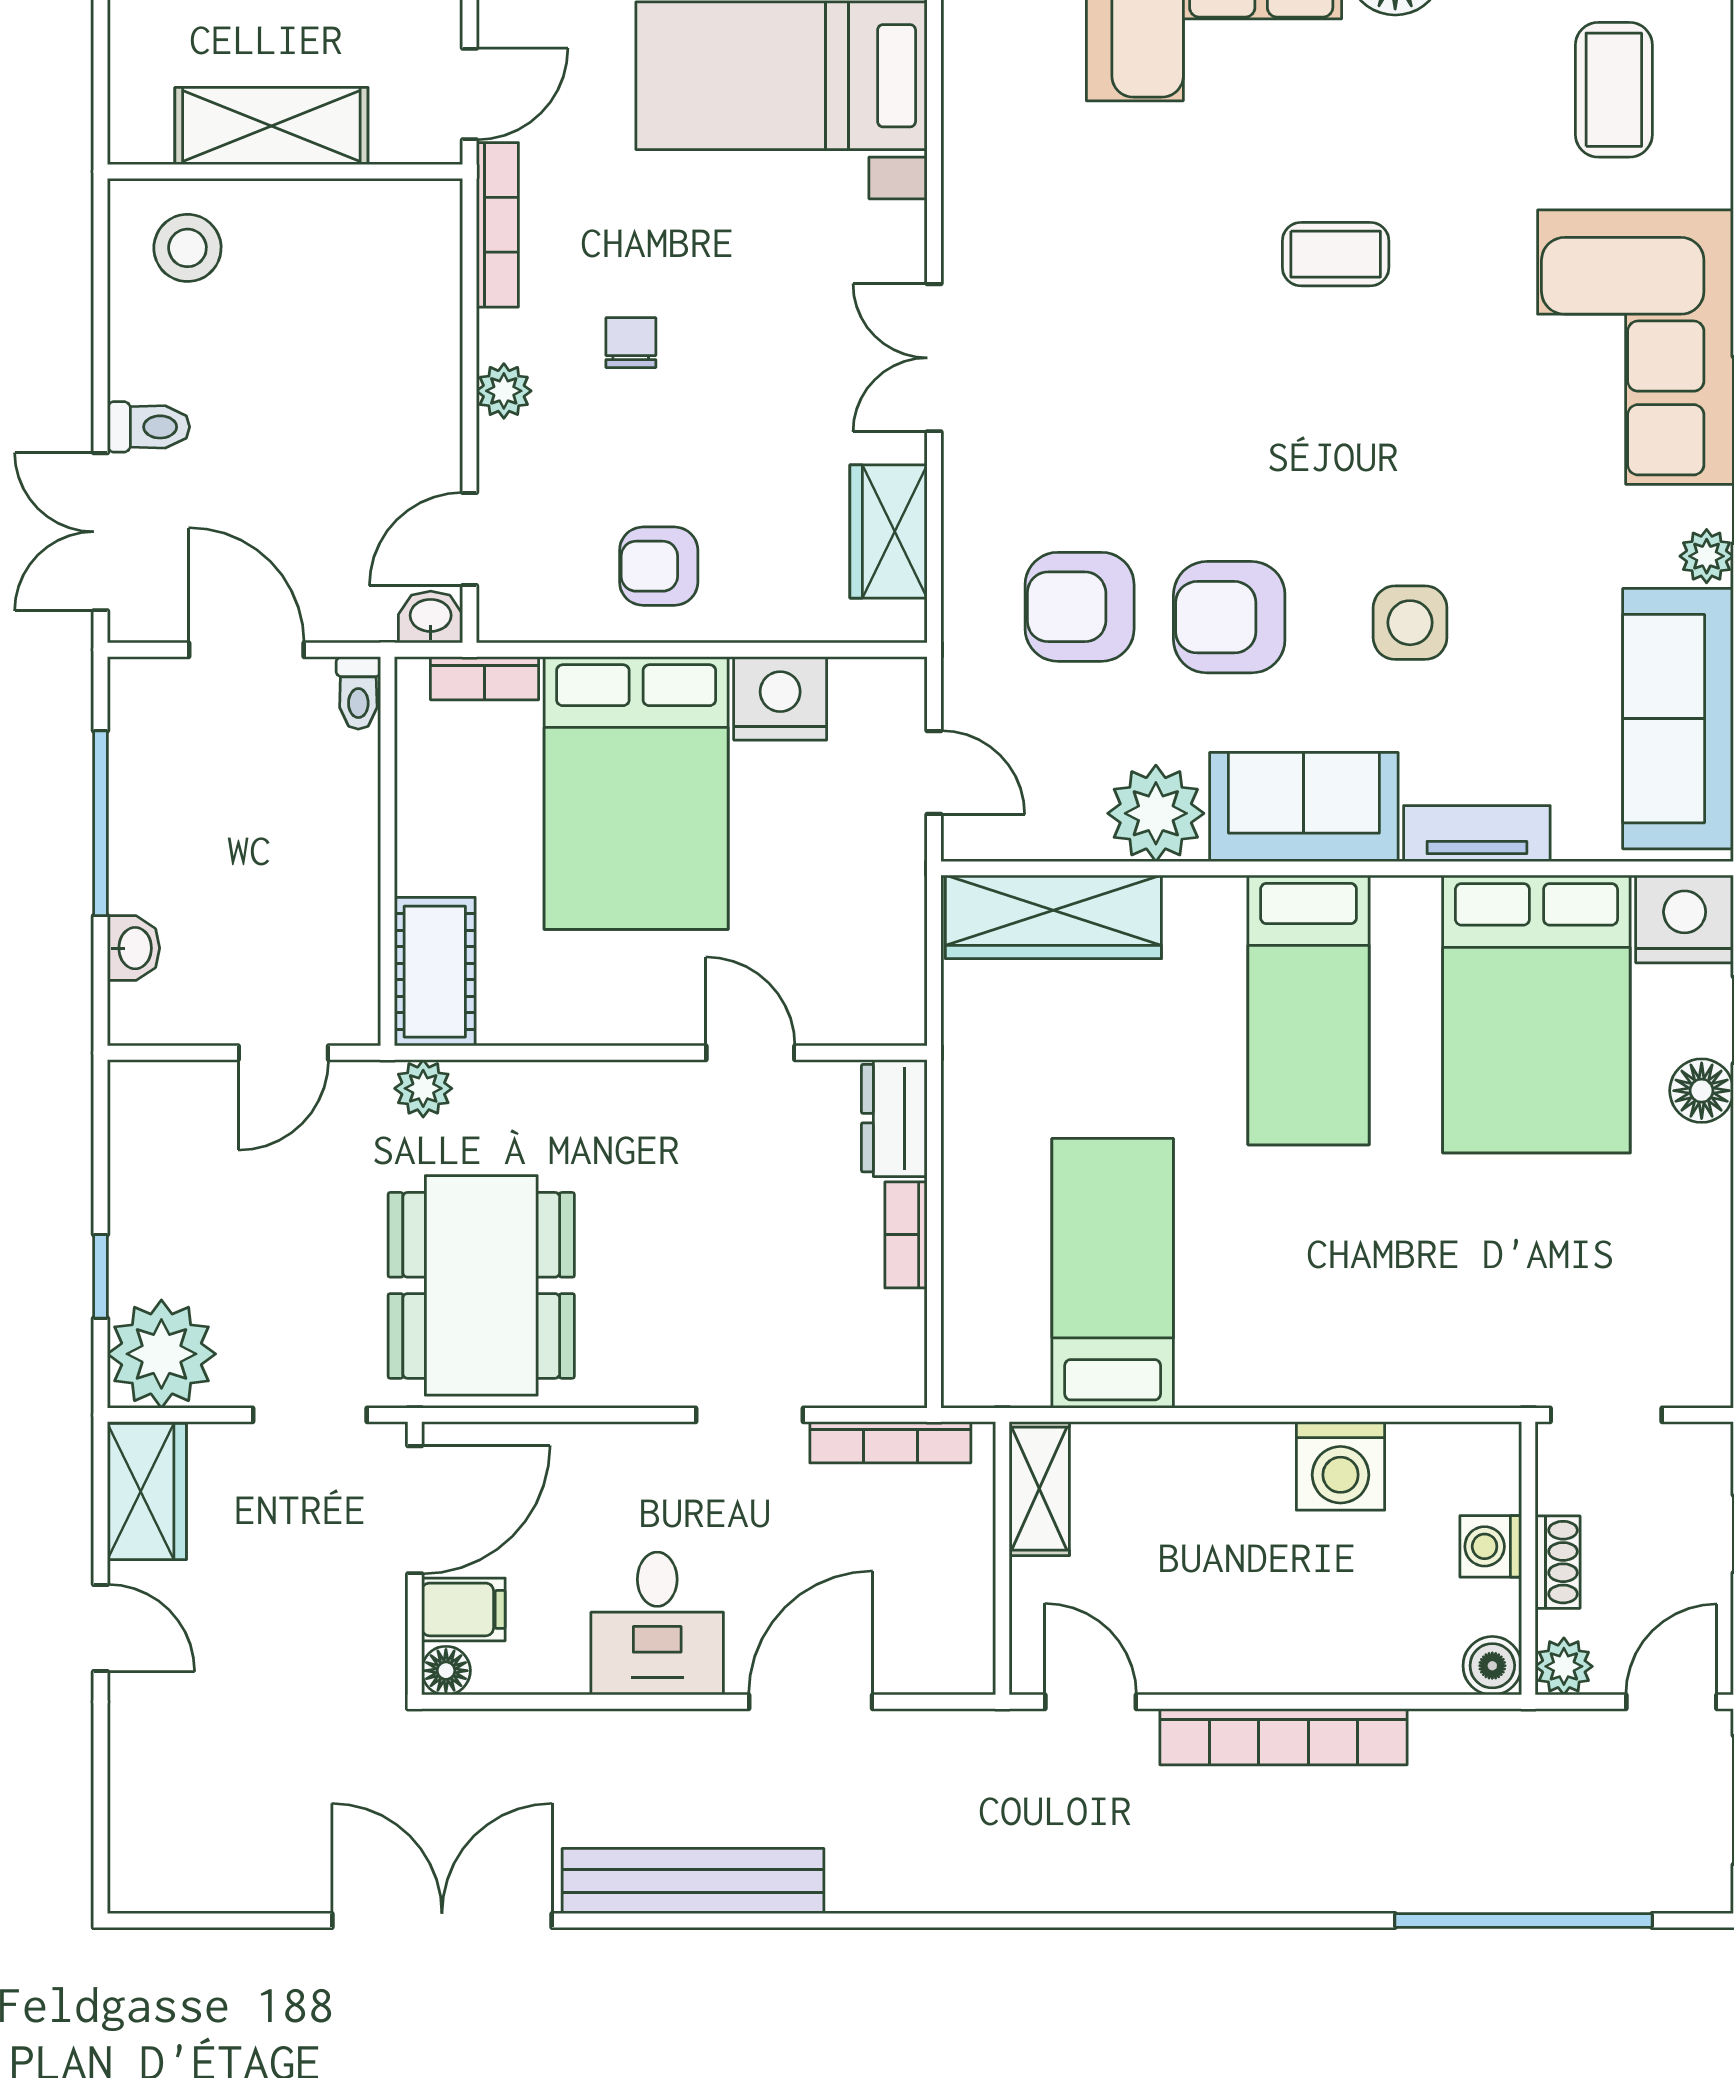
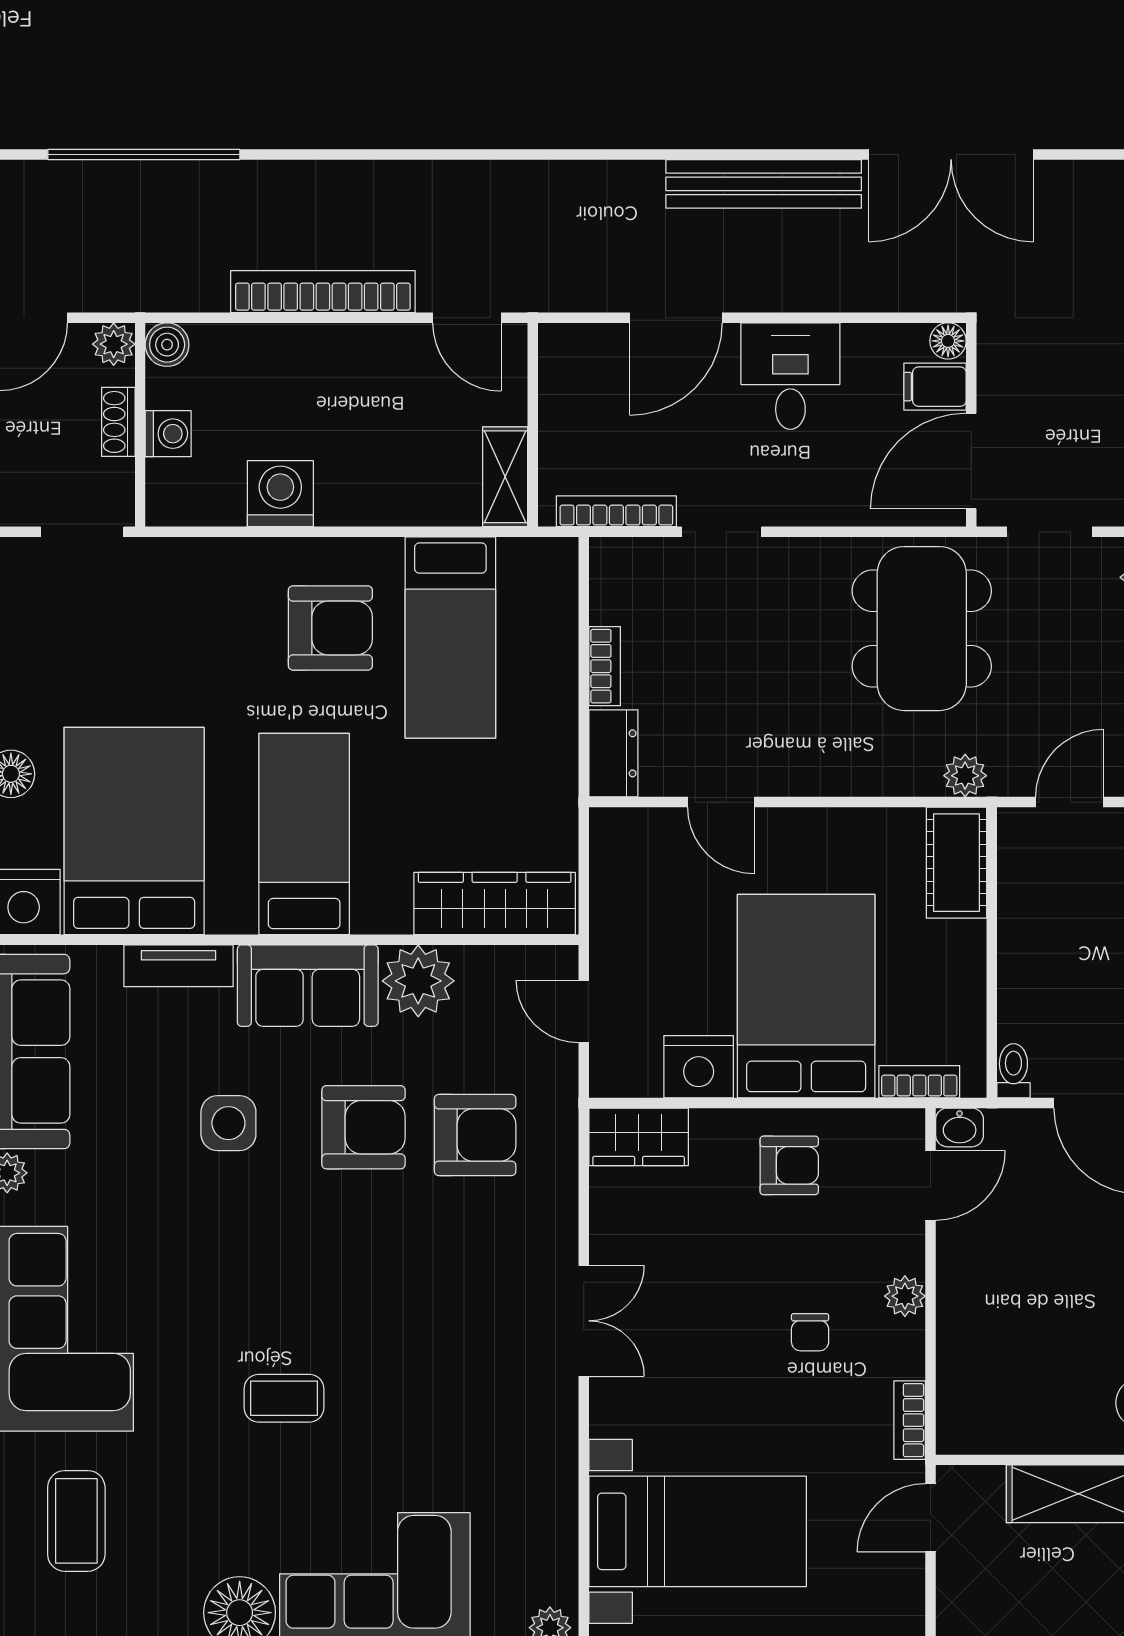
bookcase: (497, 225) -> (910, 1420), width x0.64
wardrobe: (889, 531) -> (639, 1137), moved, turned 90
armchair: (1274, 1286) -> (330, 628), added

